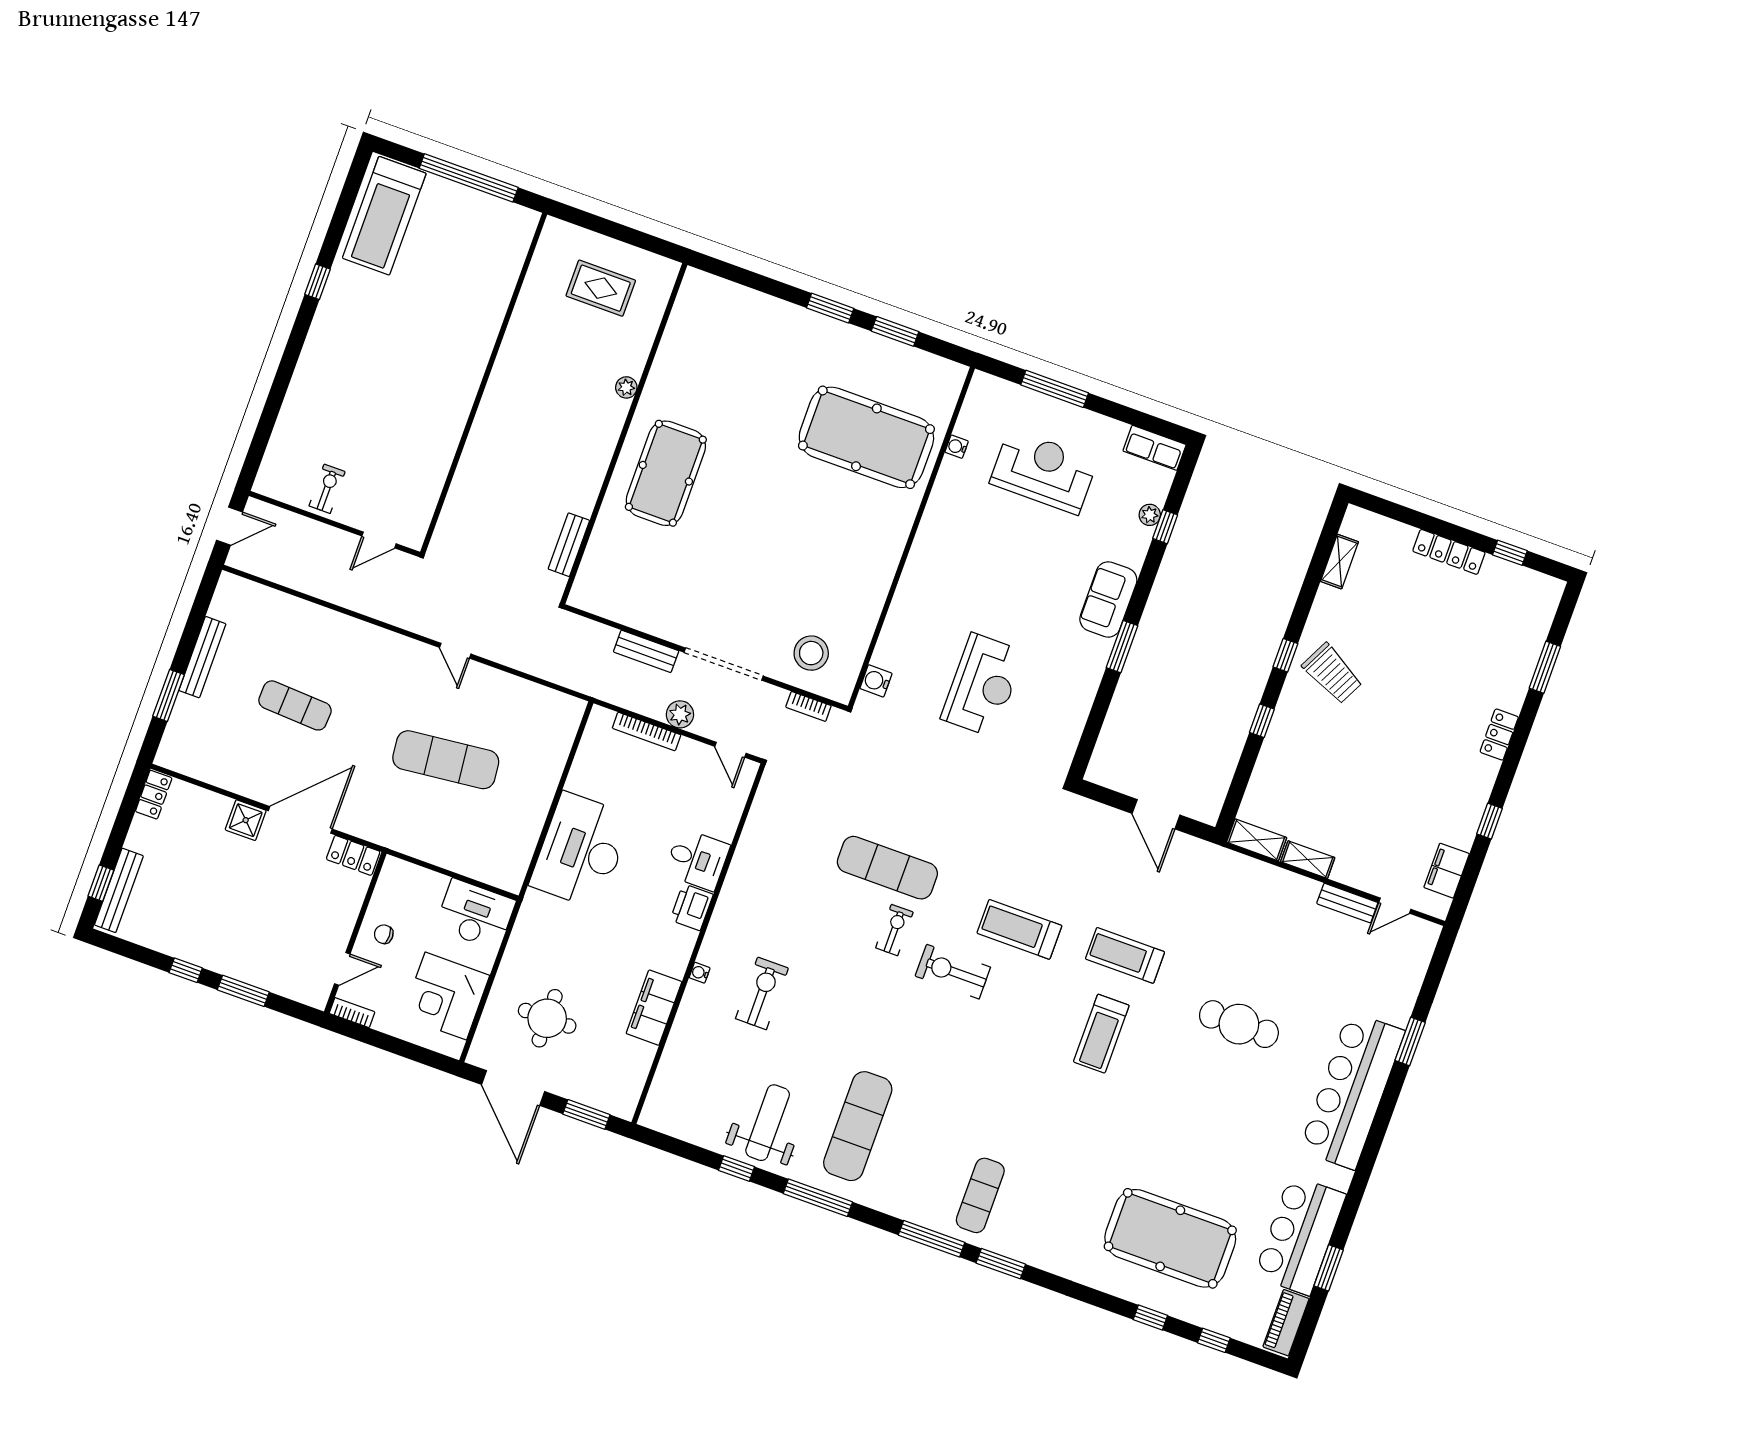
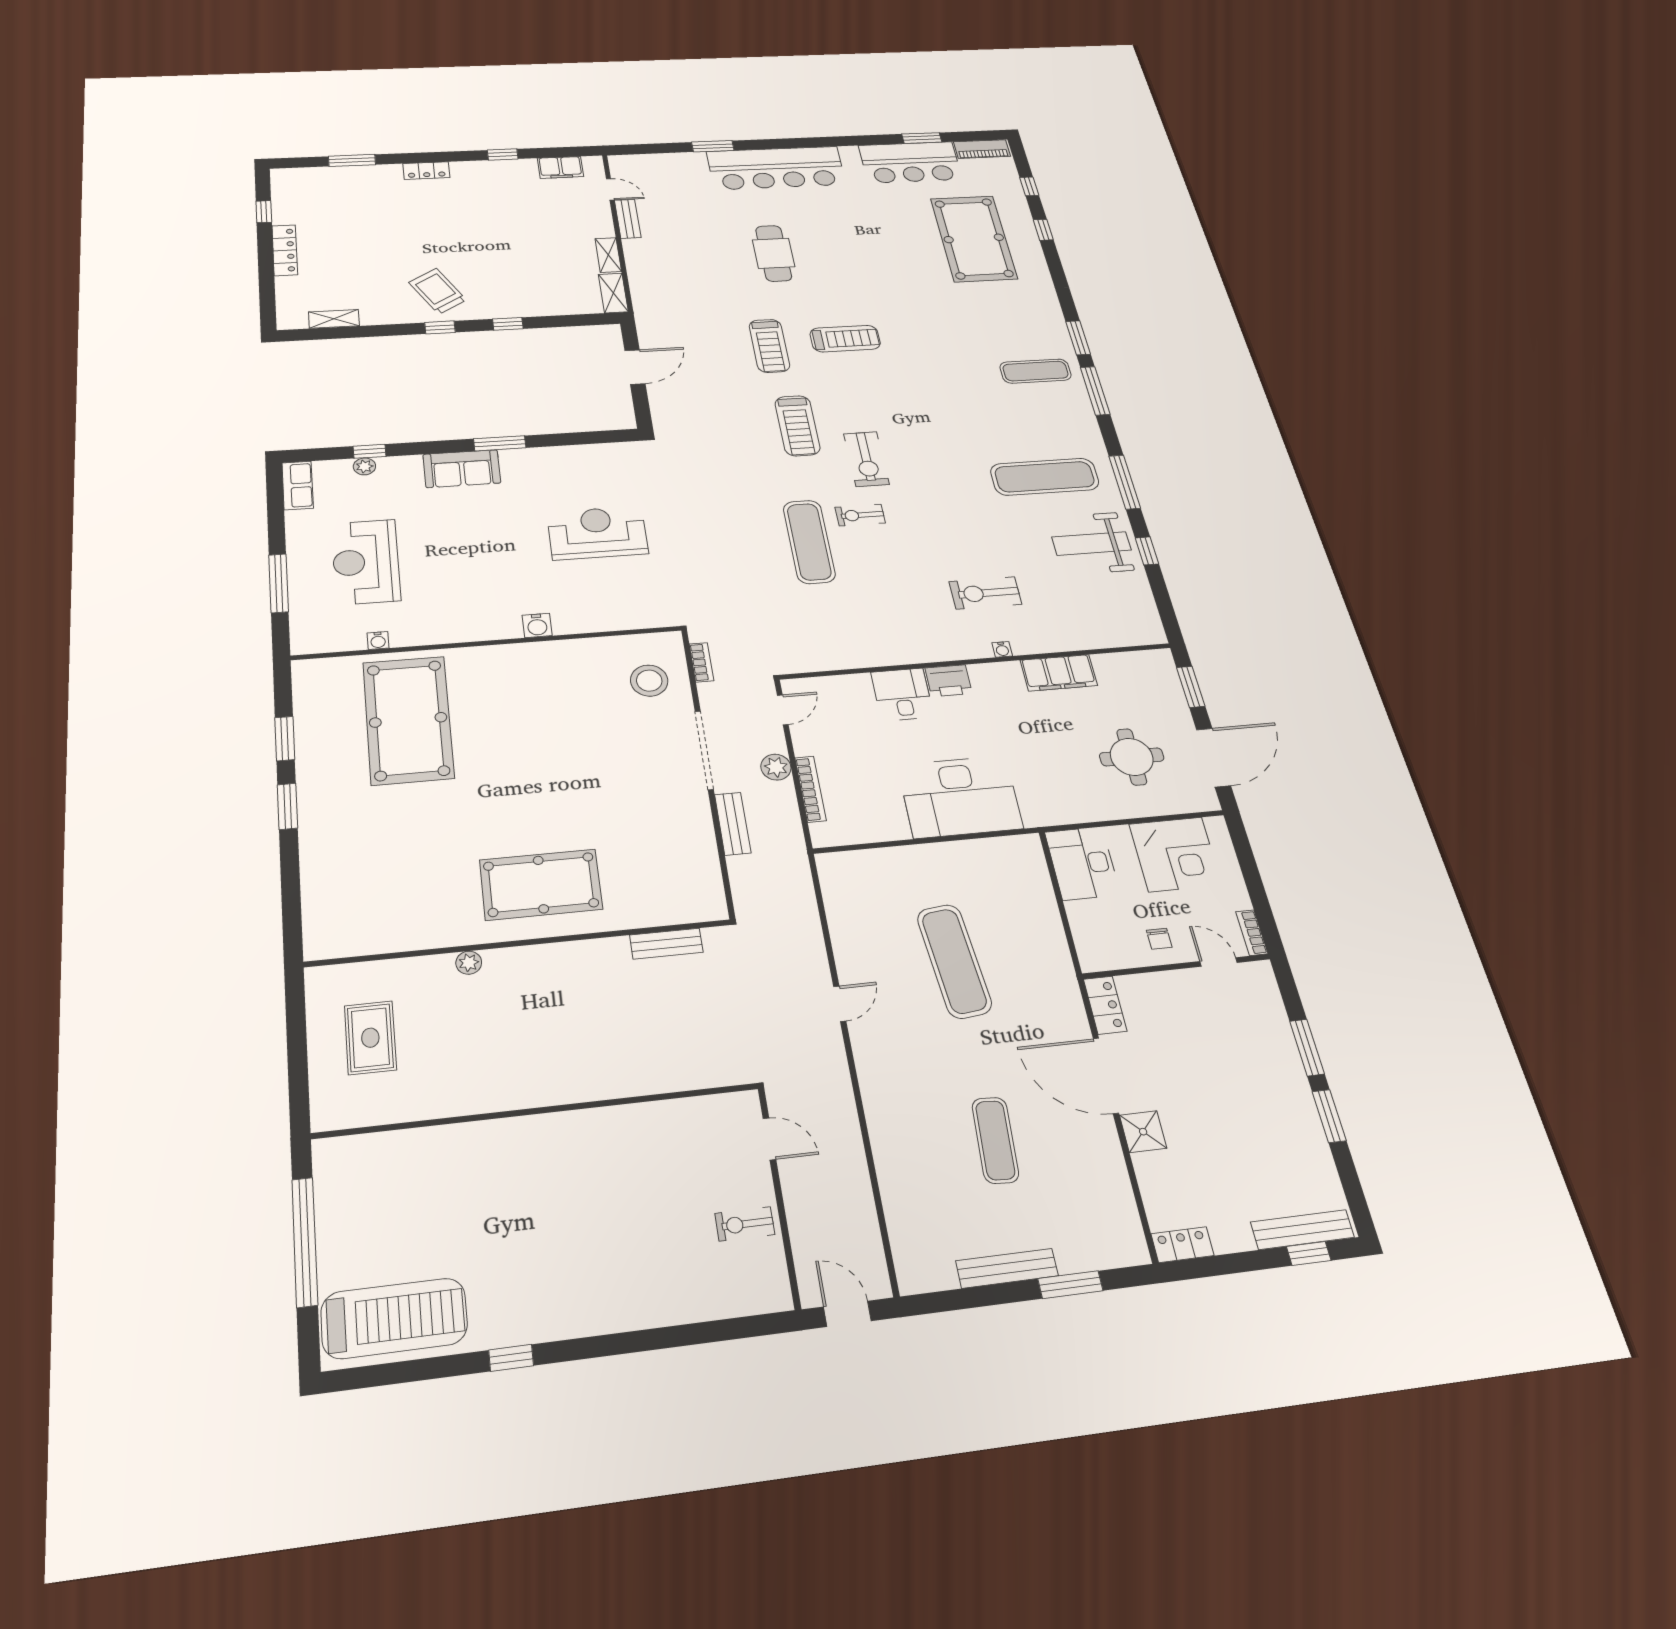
trolley: (1332, 673) -> (438, 291), turned -58
water cooler: (876, 681) -> (537, 625), moved
window: (186, 970) -> (1329, 1116), width x1.50

